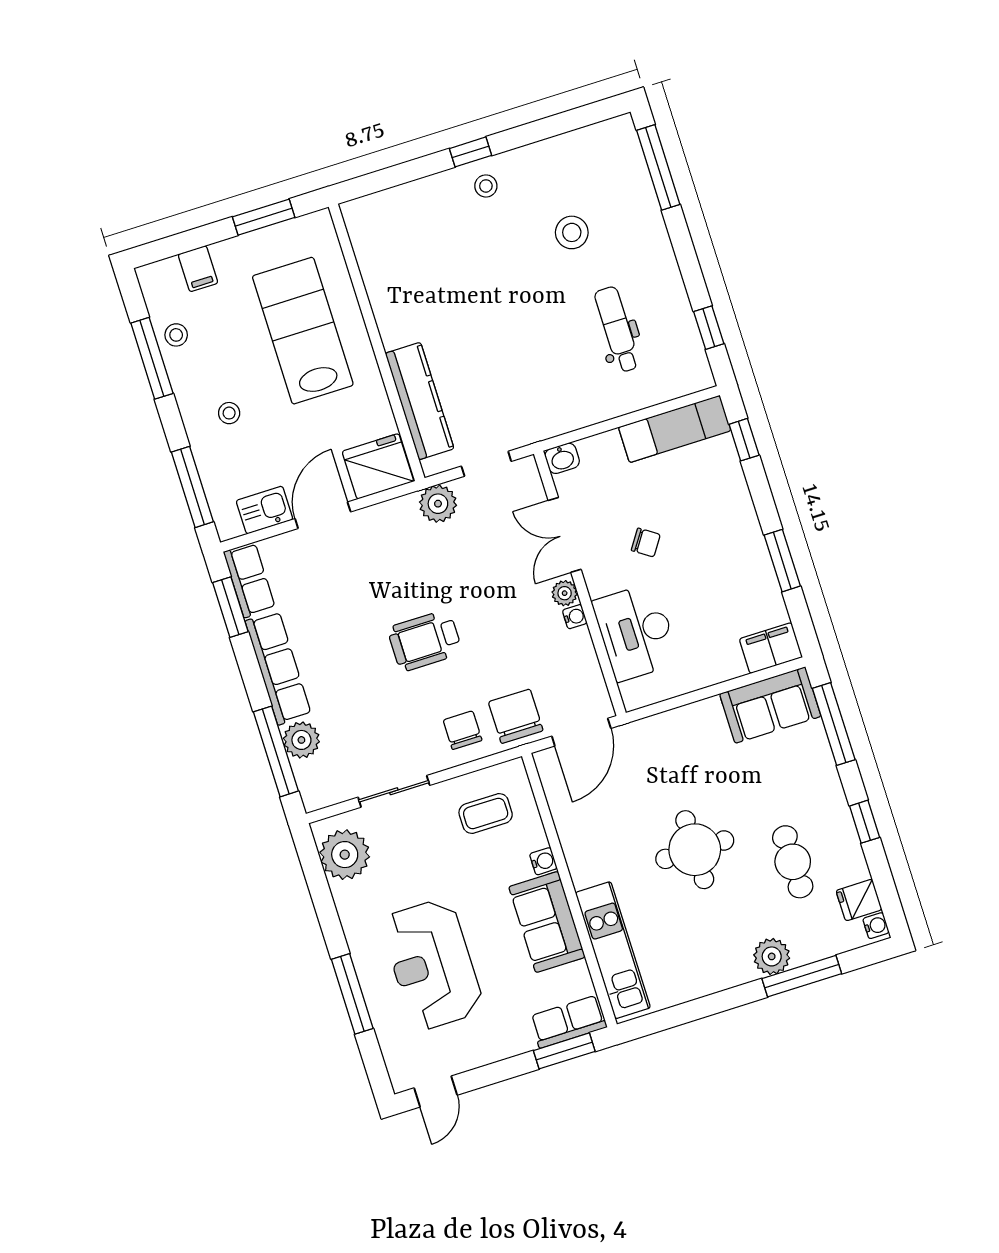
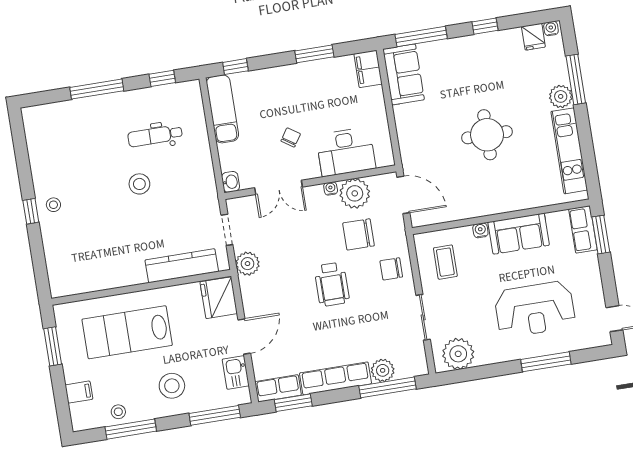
window: (658, 167) -> (97, 89), moved
stool: (572, 232) -> (139, 184), moved
stool: (229, 413) -> (172, 386), width x1.89, depth x1.89
door: (323, 515) -> (244, 337), swing flipped
plant: (565, 593) -> (355, 193), moved, width x1.87, depth x1.87
chair: (516, 716) -> (359, 234), moved
cafe table: (793, 862) -> (503, 75), removed
kitchen unit: (613, 950) -> (569, 151), moved, turned -90

